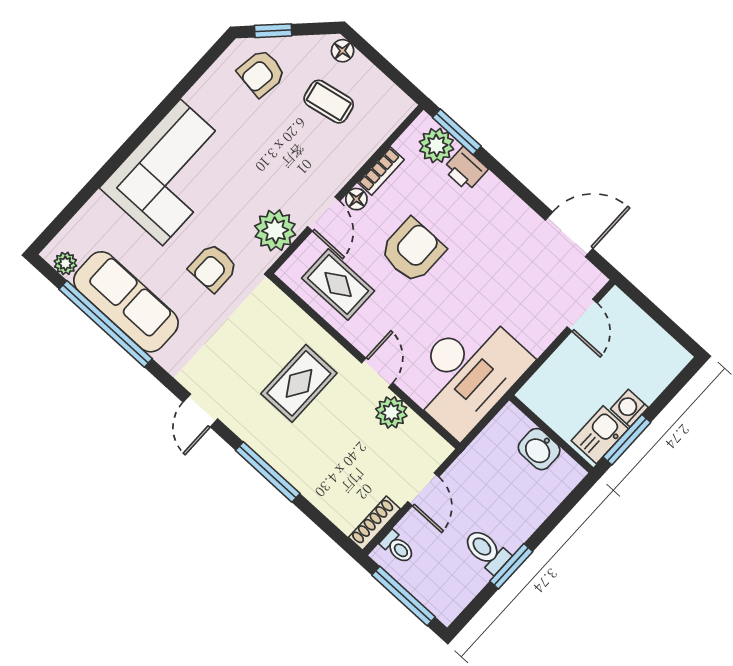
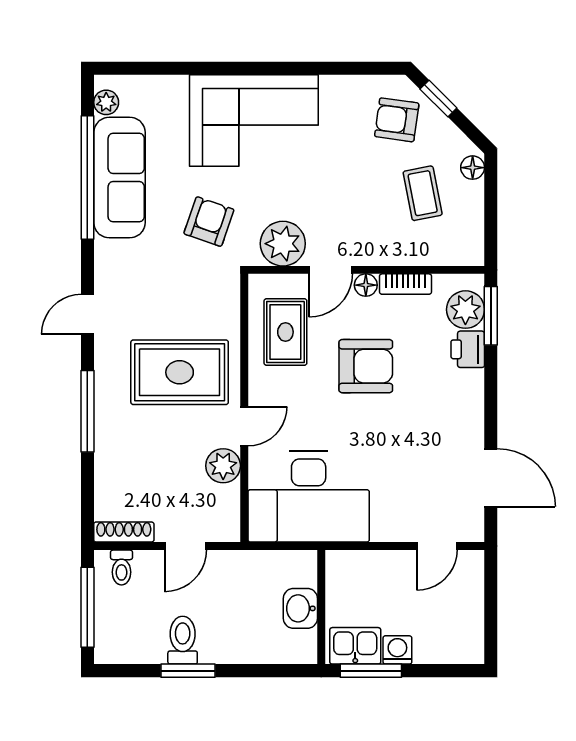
armchair: (213, 268) -> (209, 222), turned 109
rug: (299, 383) -> (180, 372), width x1.36, depth x1.43

